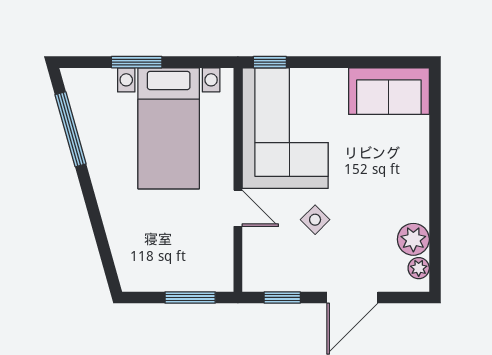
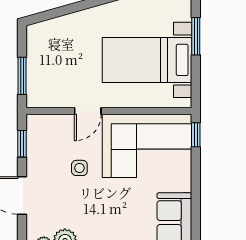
side table: (315, 220) -> (79, 168), turned 45

